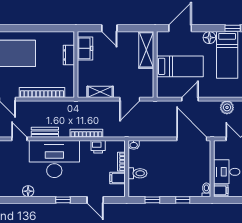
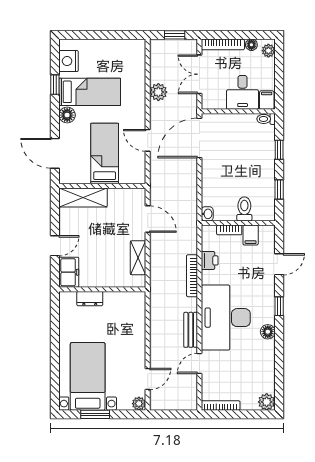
freezer: (85, 48) -> (69, 272), moved, turned 90
bookcase: (42, 93) -> (139, 334), removed
floor lamp: (28, 191) -> (268, 332), moved

